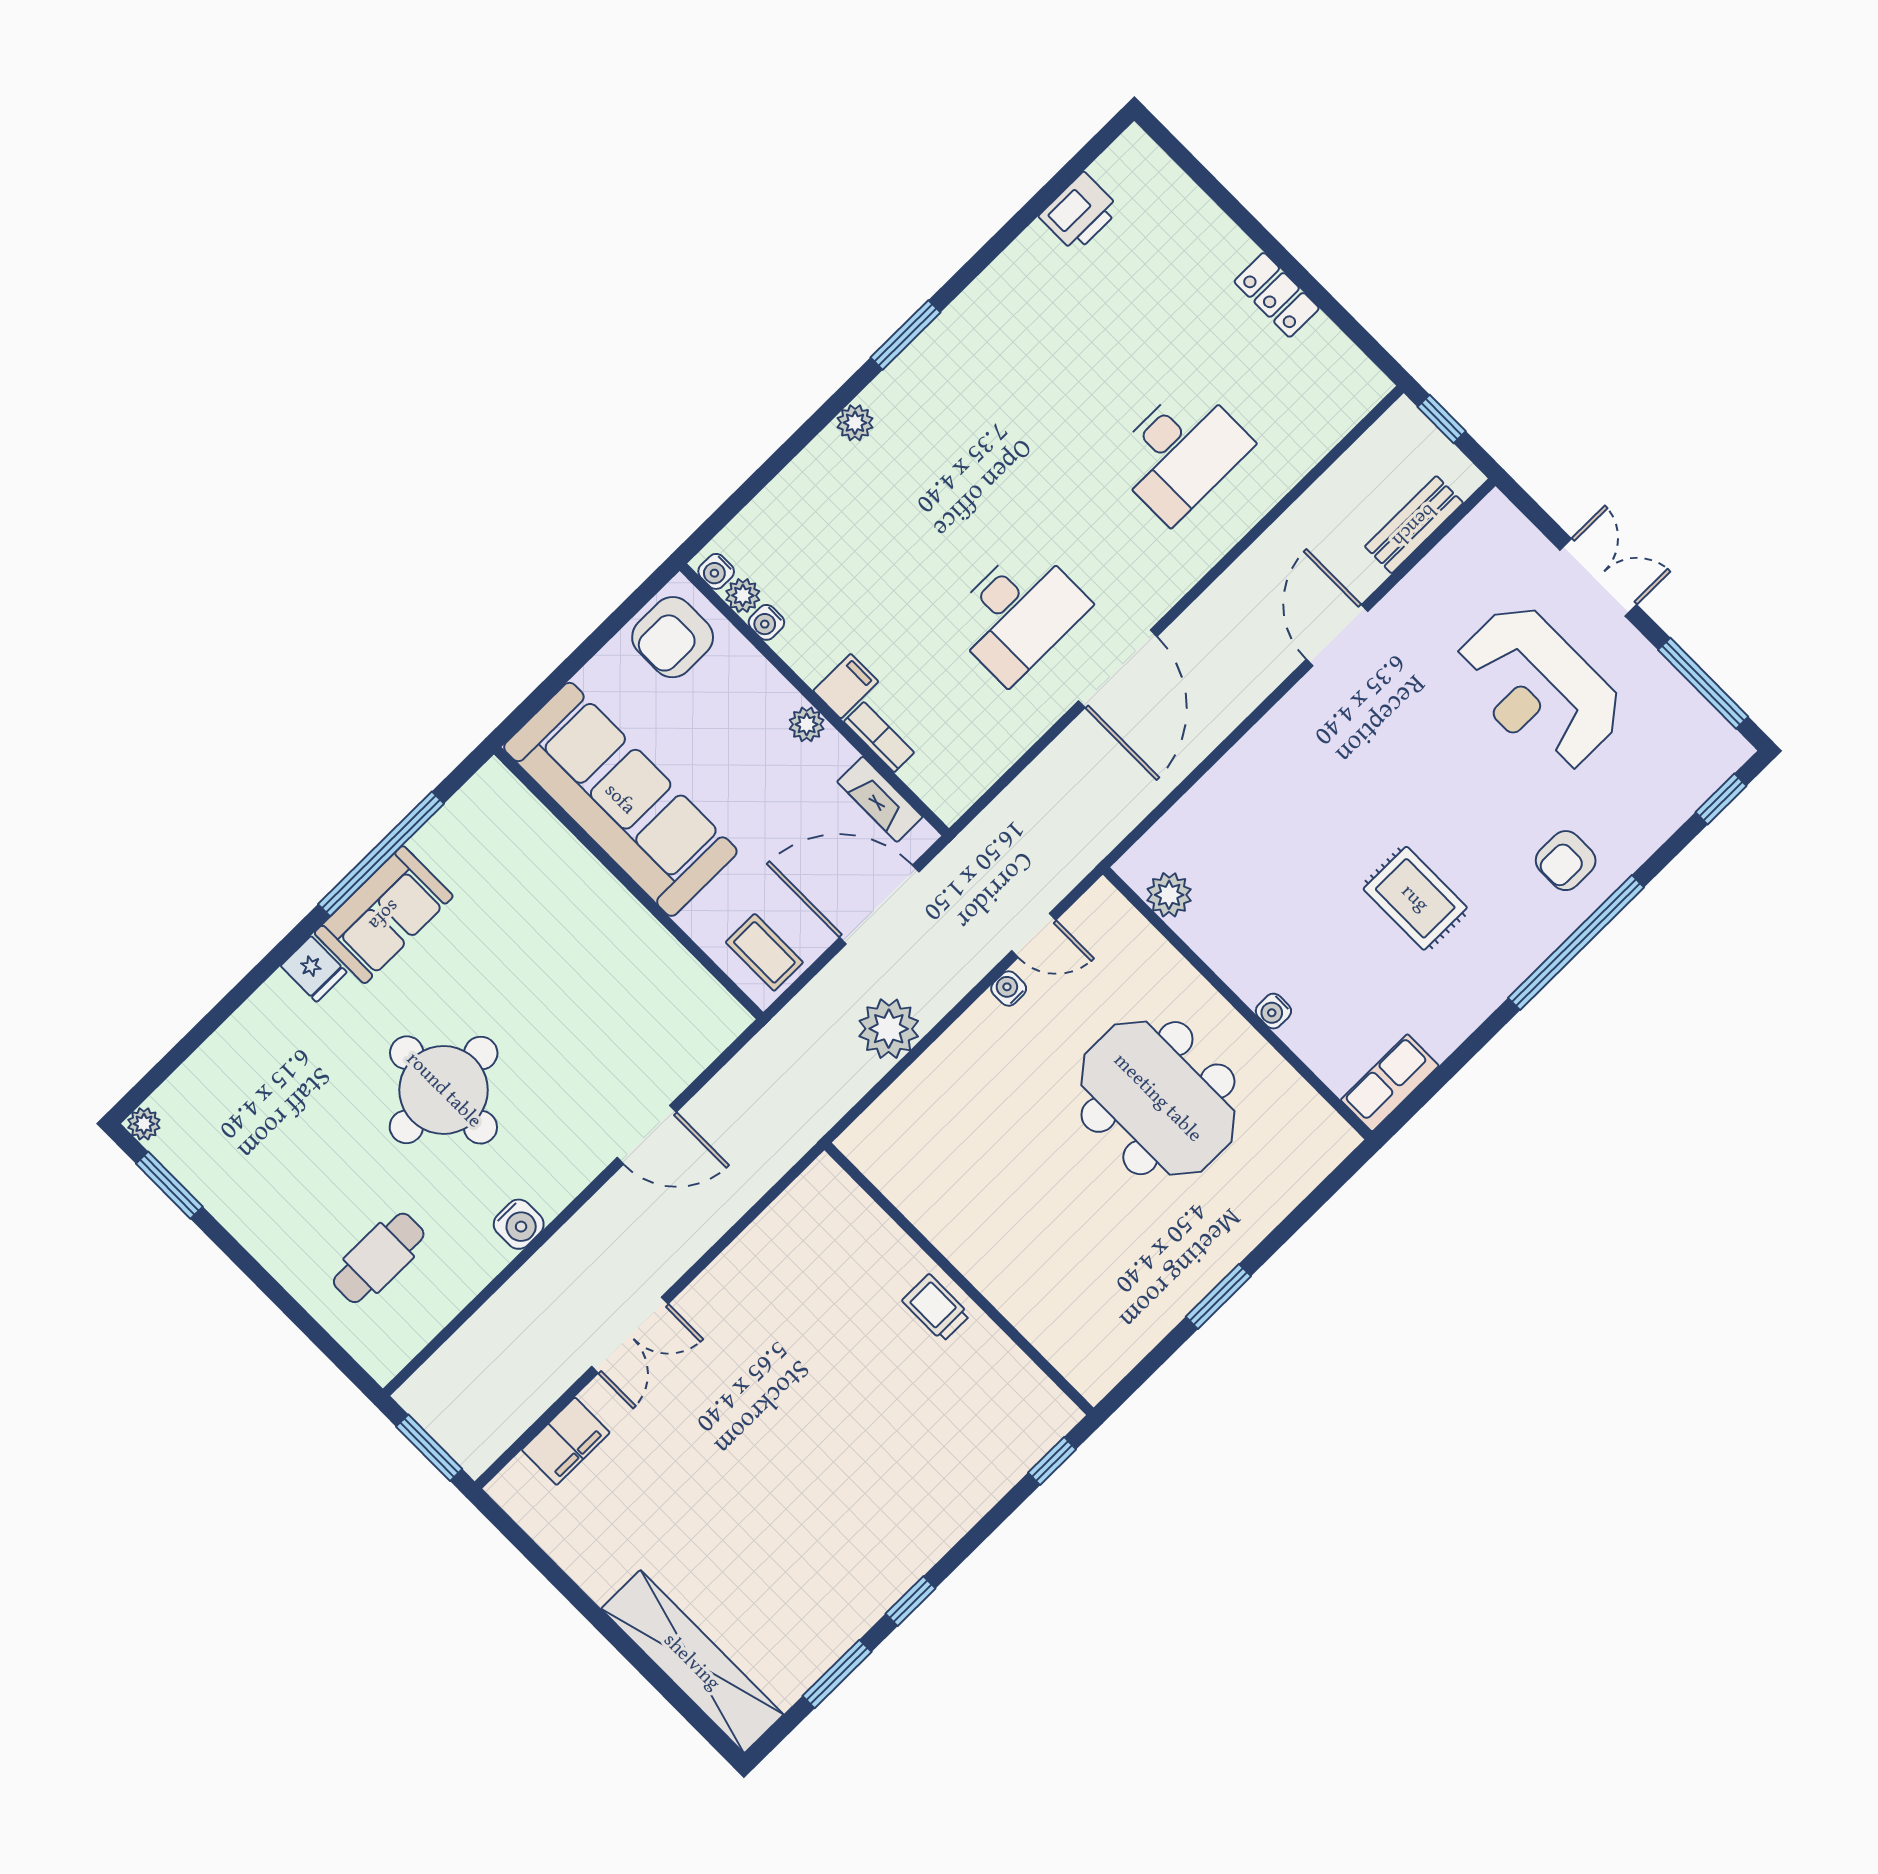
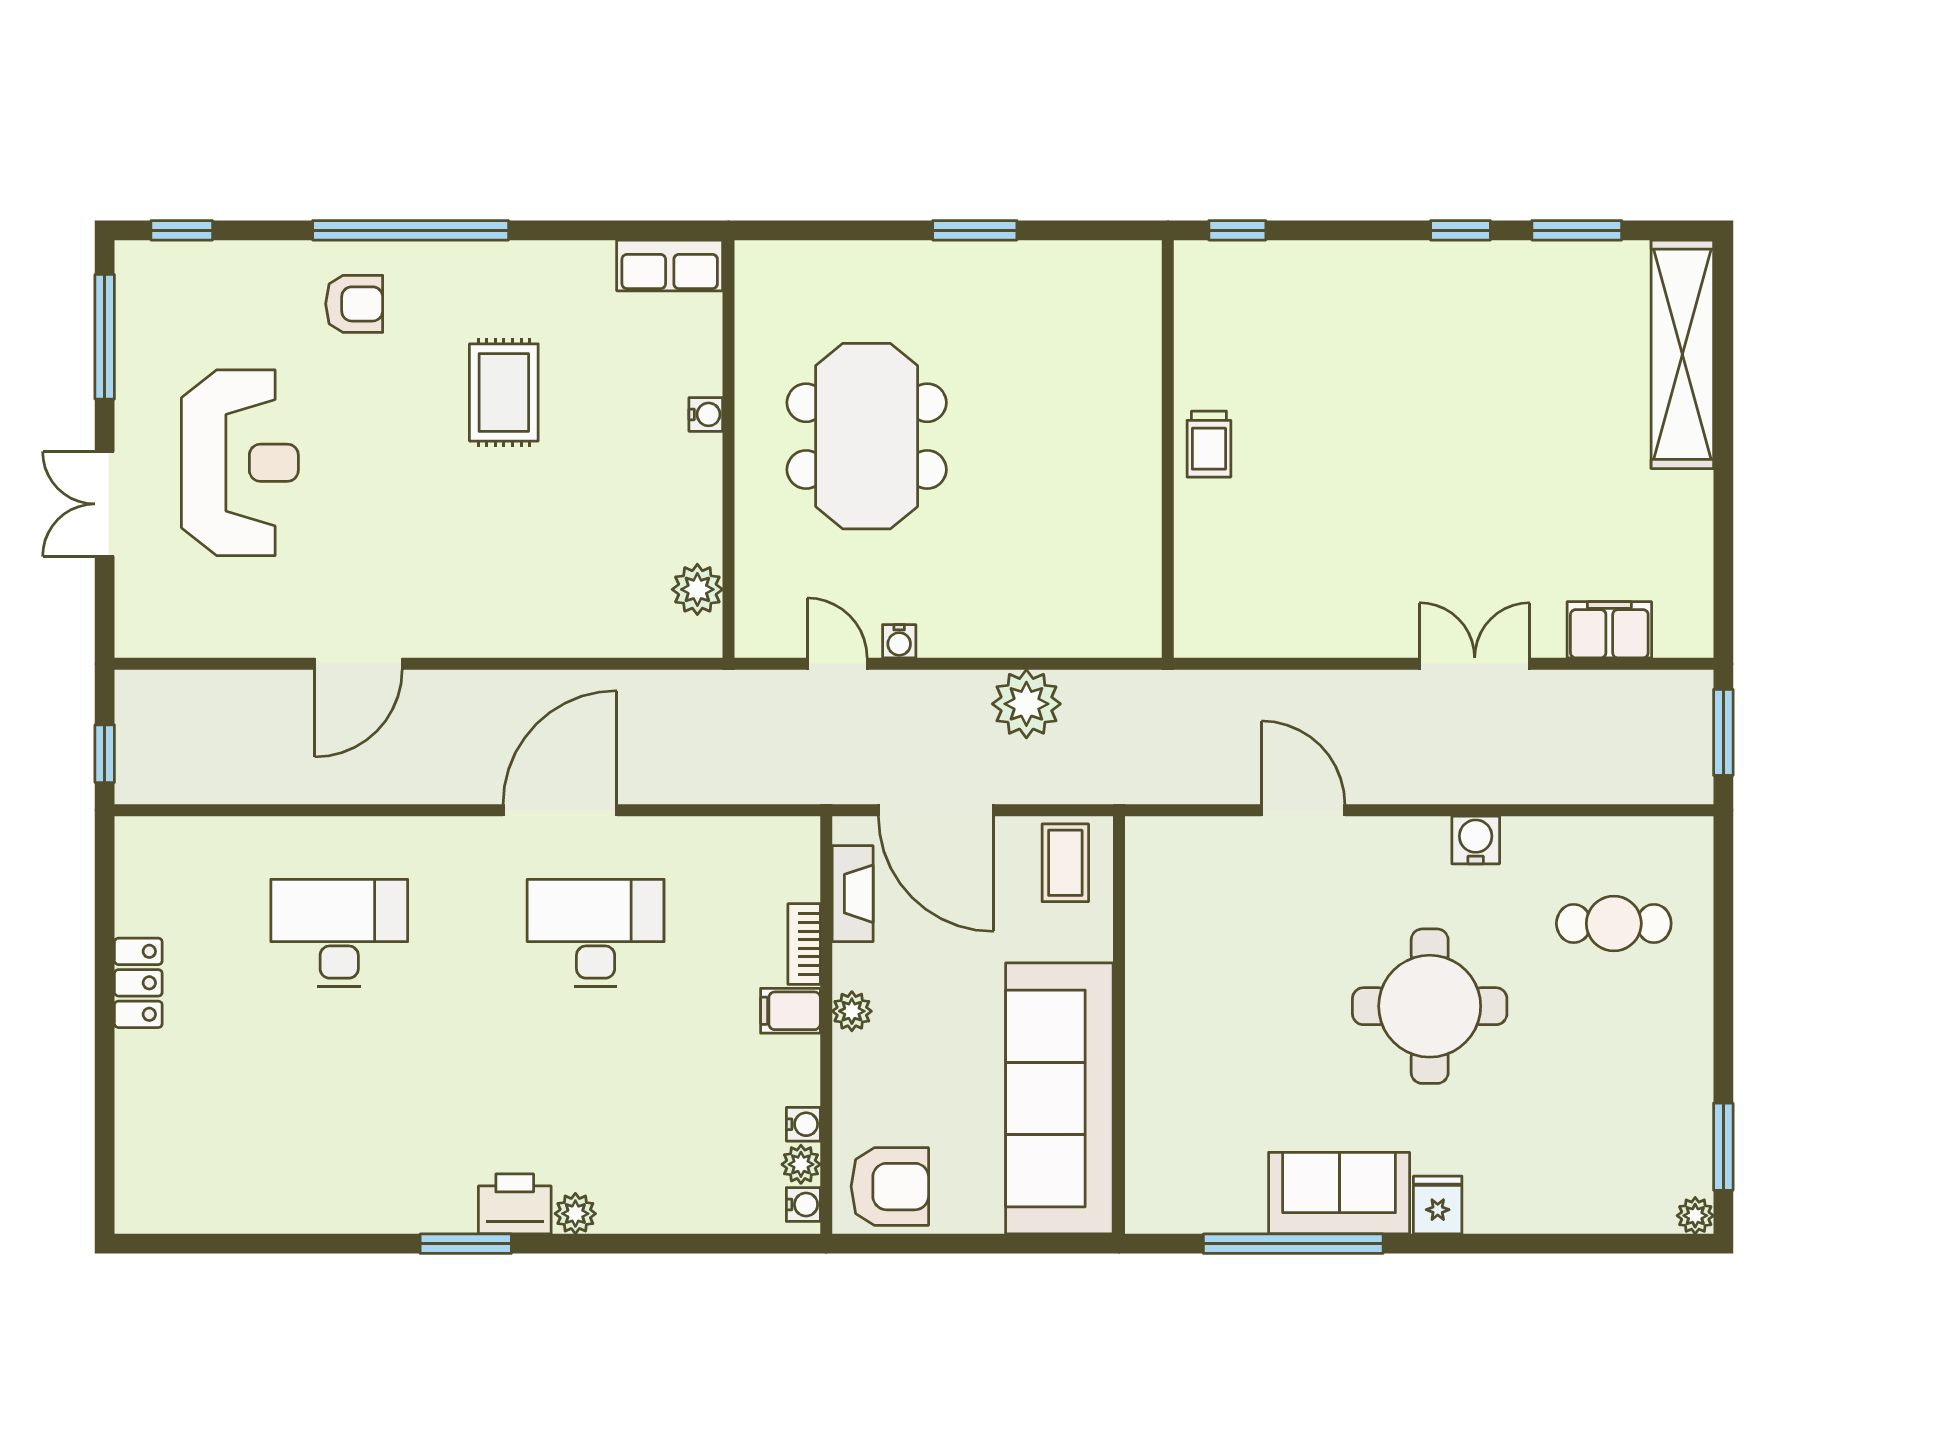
printer: (1080, 213) -> (515, 1204), moved
bench: (1414, 525) -> (210, 691), removed

